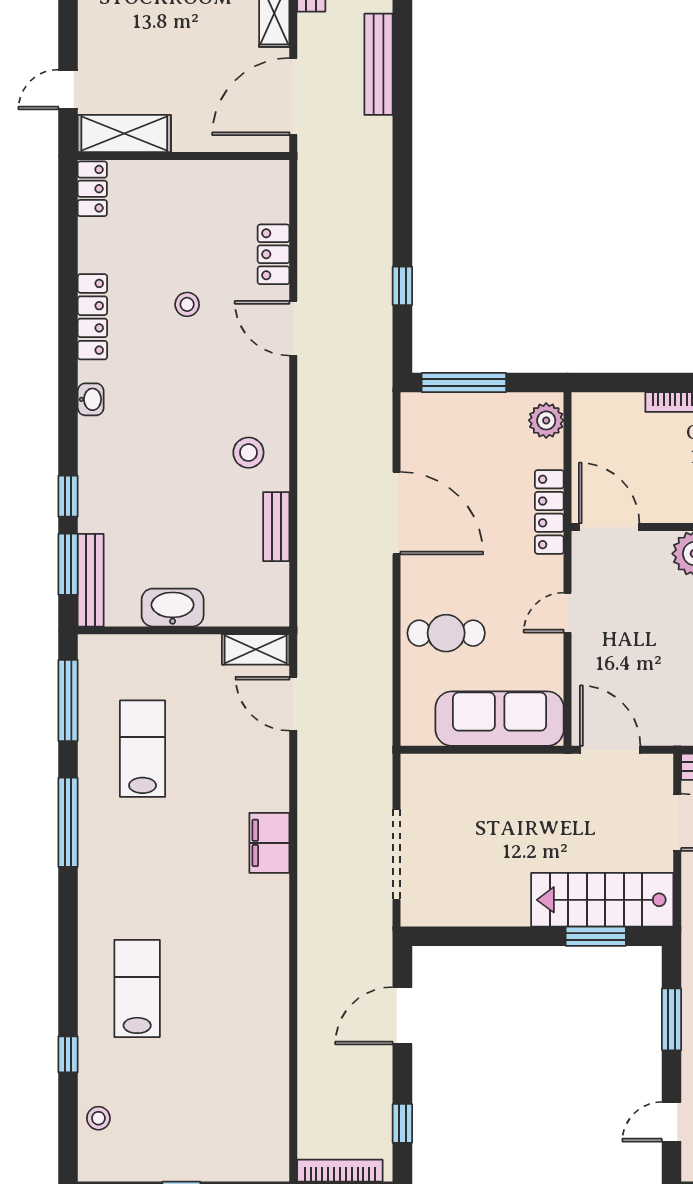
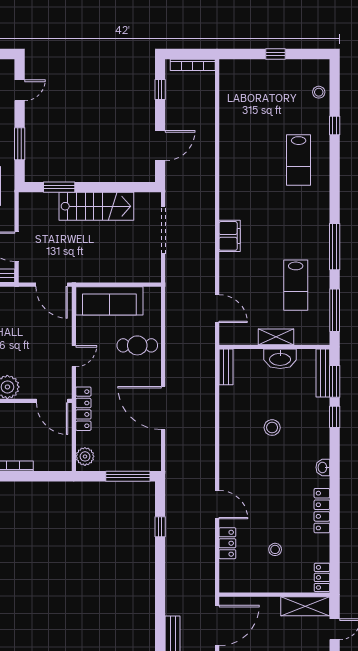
stool: (187, 304) -> (275, 549), moved
stool: (248, 453) -> (272, 428), moved
bench: (276, 527) -> (226, 367), moved
shelving: (256, 649) -> (276, 337), moved
stairs: (602, 900) -> (96, 206), moved

